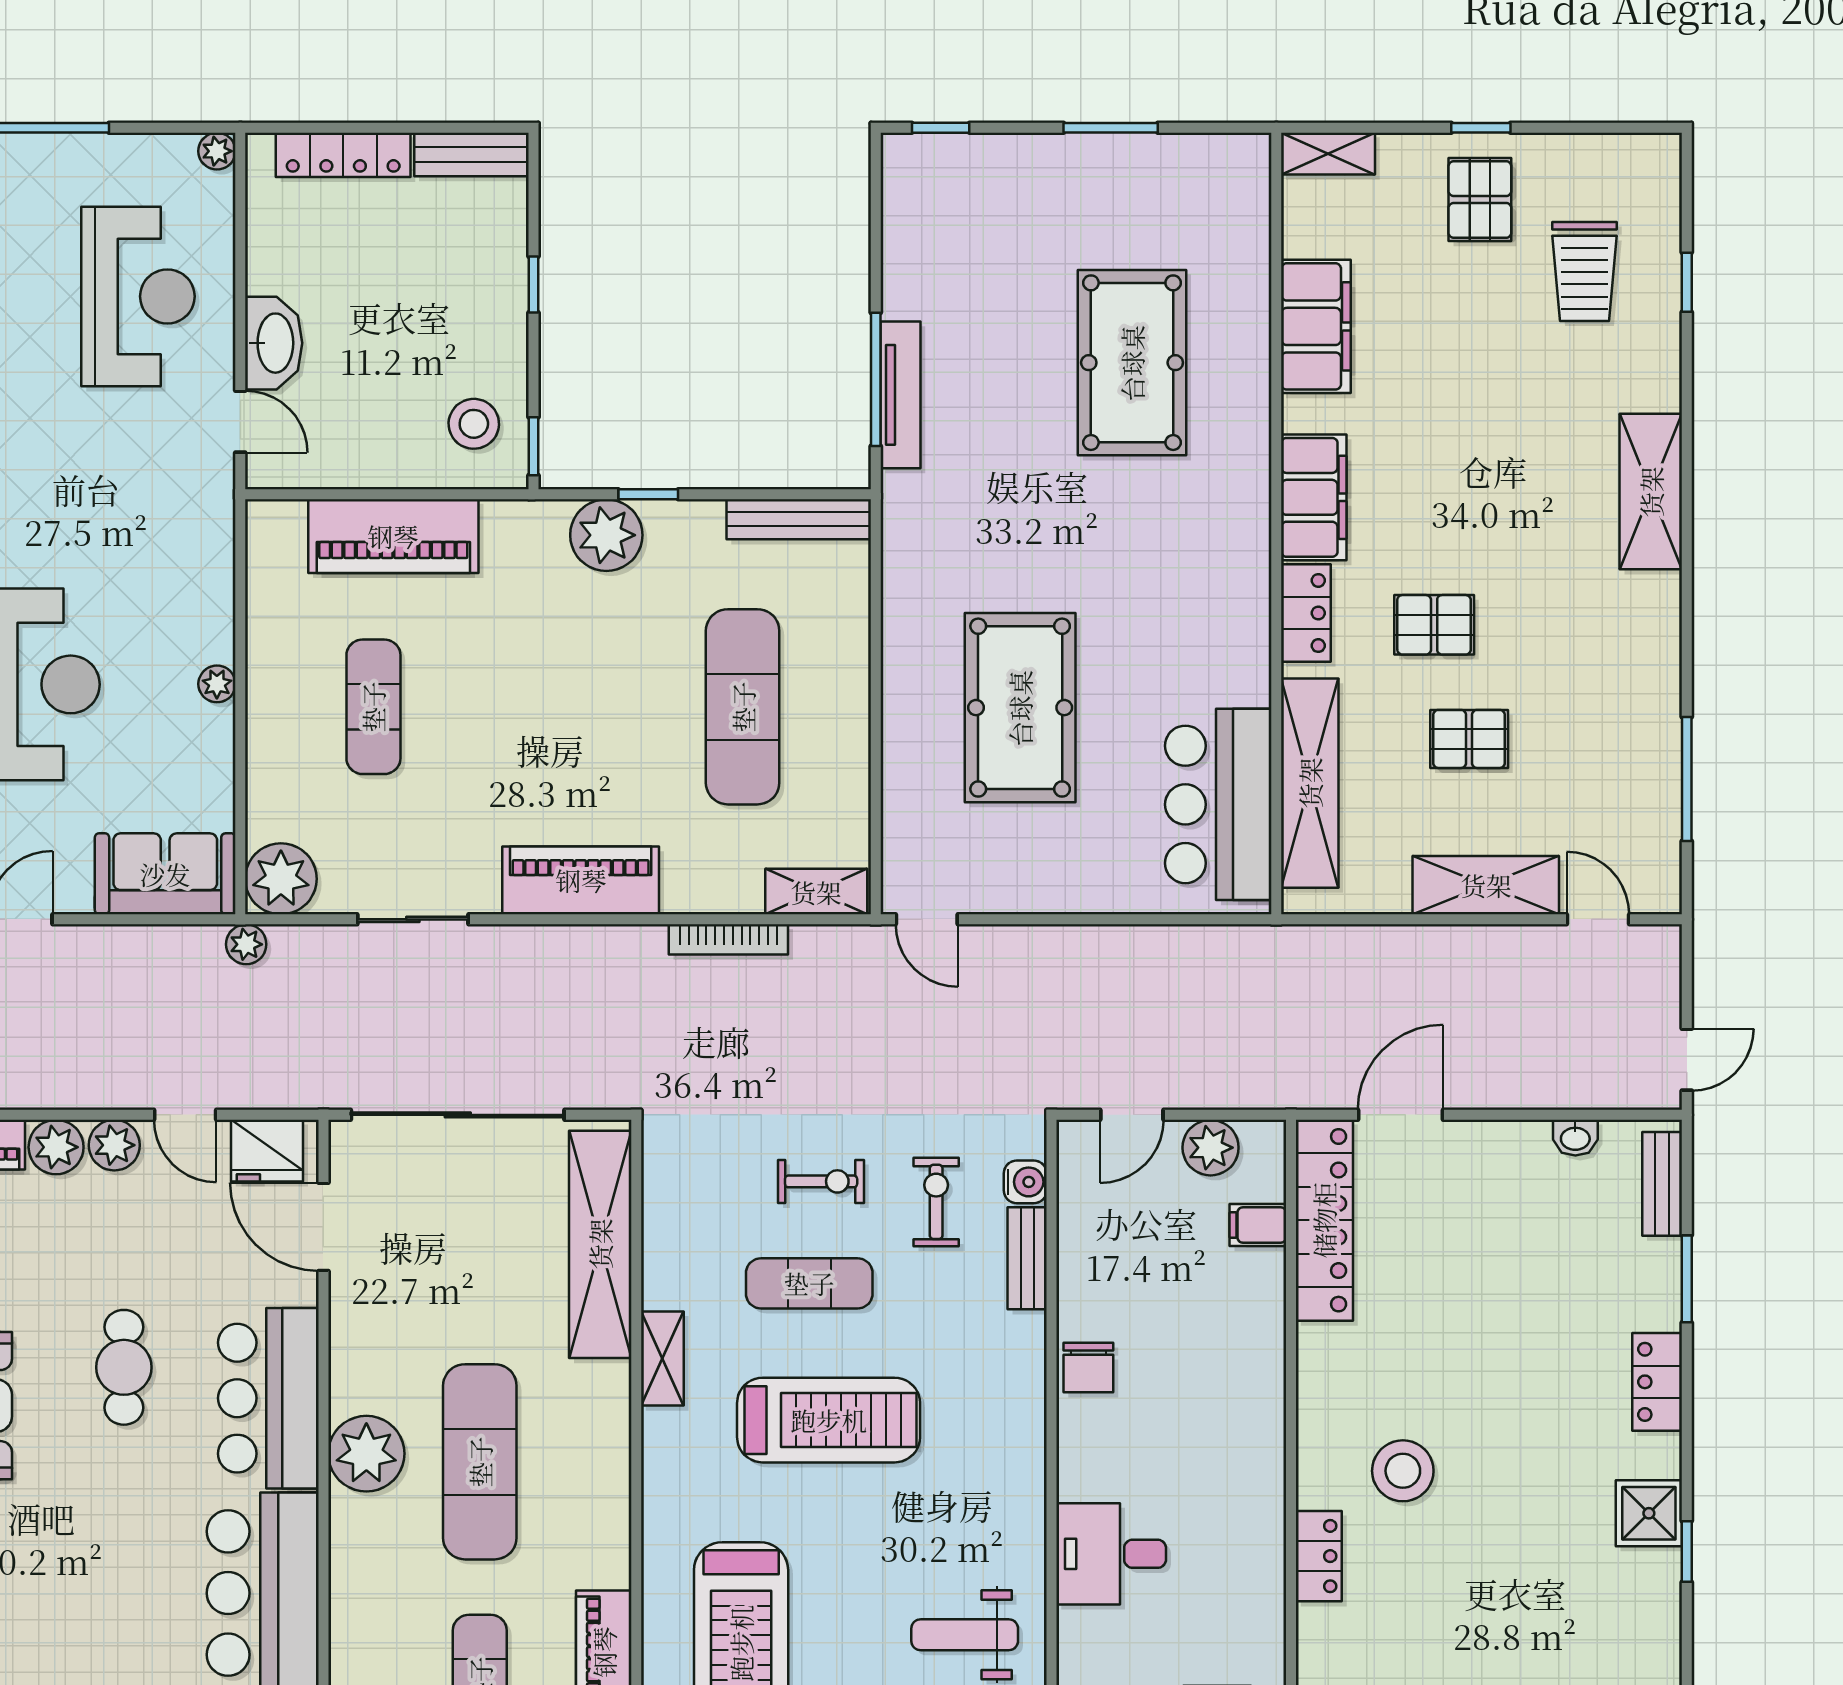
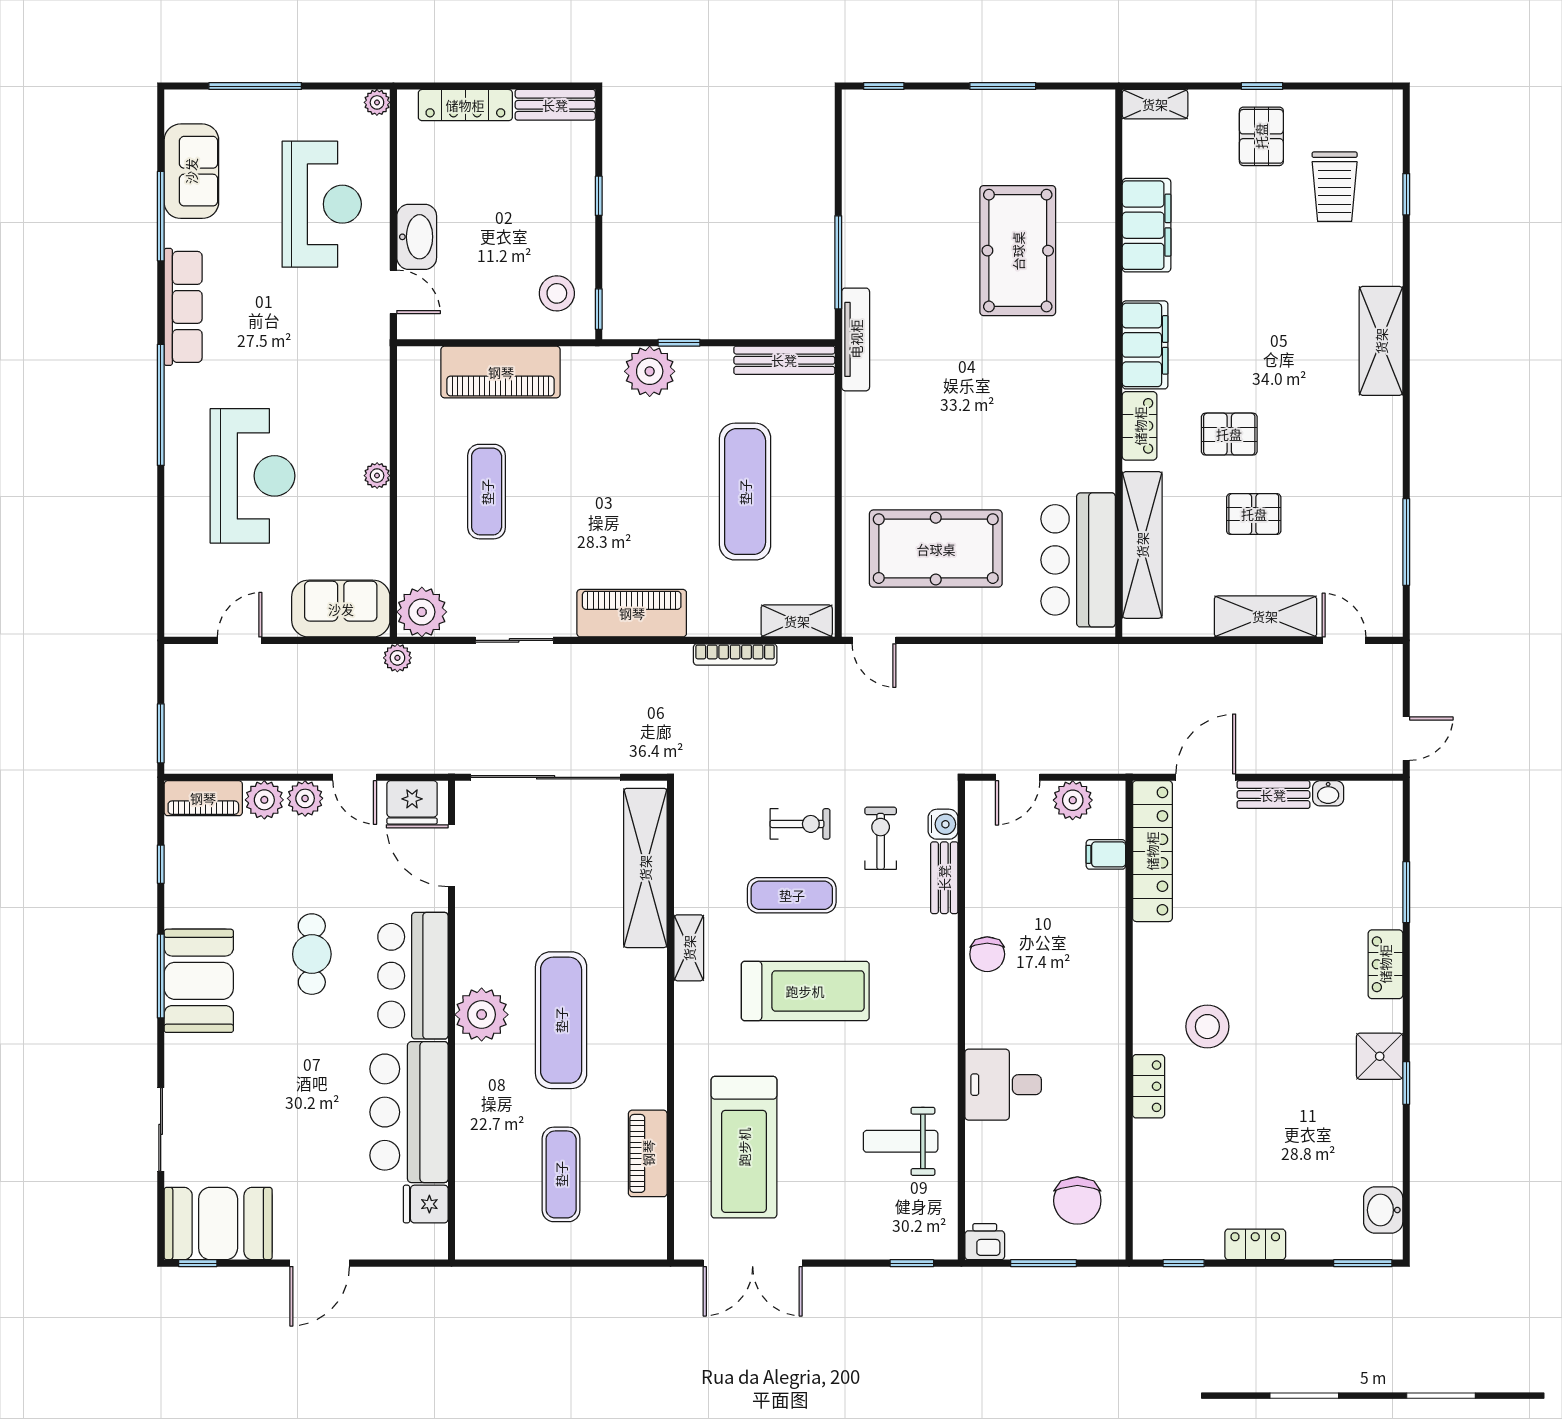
tv unit: (900, 395) -> (856, 339), moved
pool table: (1020, 708) -> (936, 549), moved, turned 90
bench: (1662, 1184) -> (1273, 795), moved, turned 90

